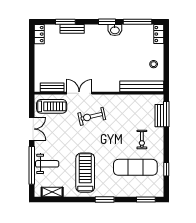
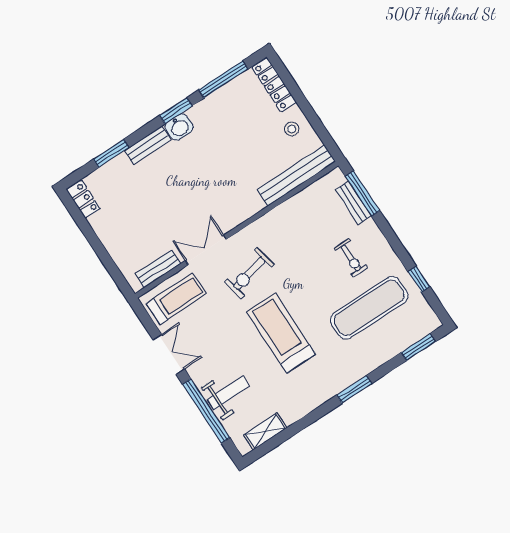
bench: (72, 29) -> (148, 145), moved
washbasin: (115, 30) -> (179, 127), moved
locker: (159, 34) -> (274, 85), width x1.53
treadmill: (85, 173) -> (281, 333), moved

